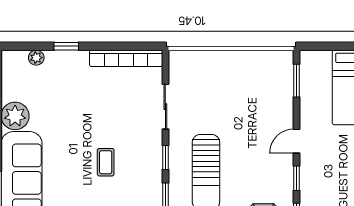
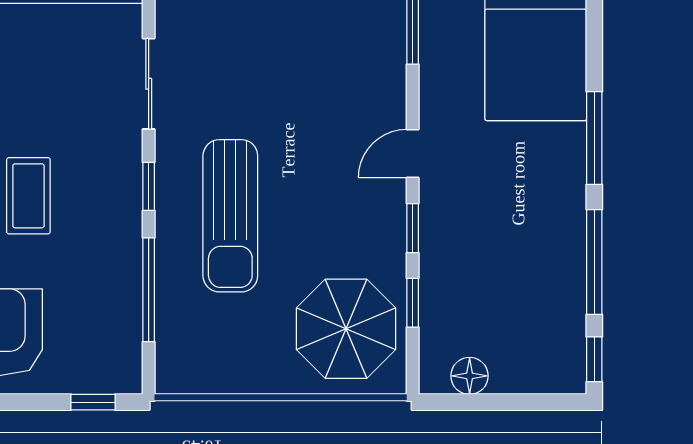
coffee table: (106, 162) -> (28, 196), width x1.36, depth x1.30

